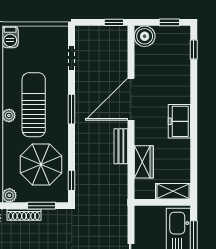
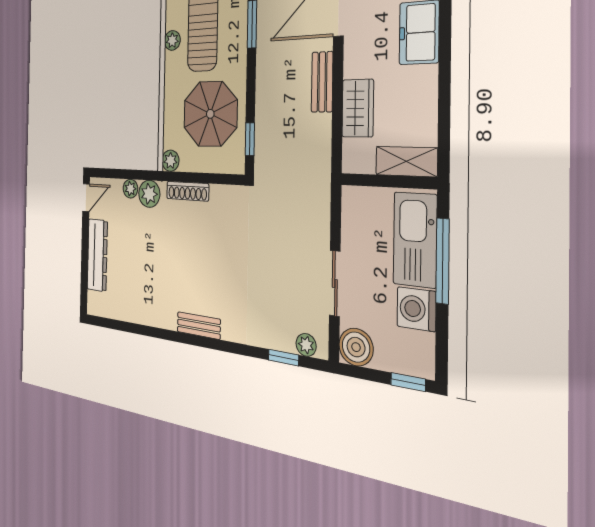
window: (41, 206) -> (210, 178), removed

